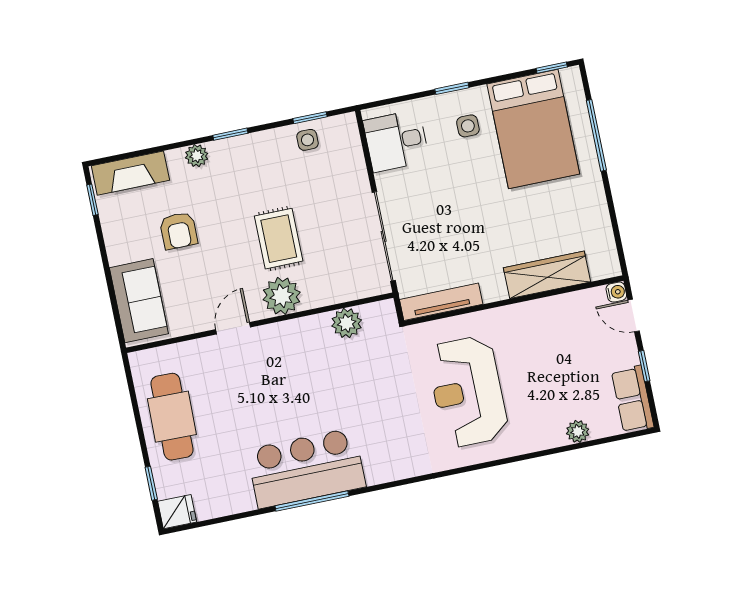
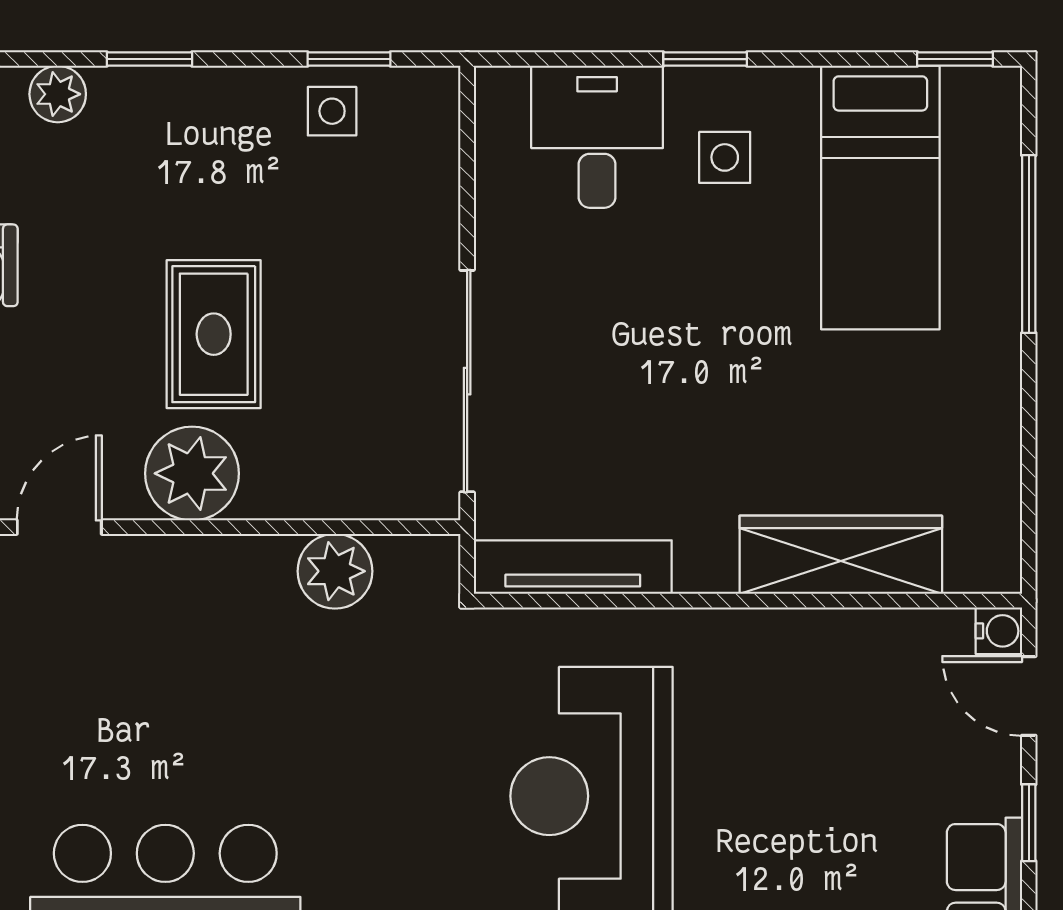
bed: (533, 129) -> (880, 198), width x0.67
desk: (396, 141) -> (597, 137), moved, turned 90

